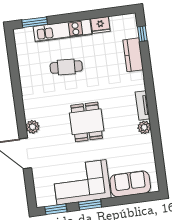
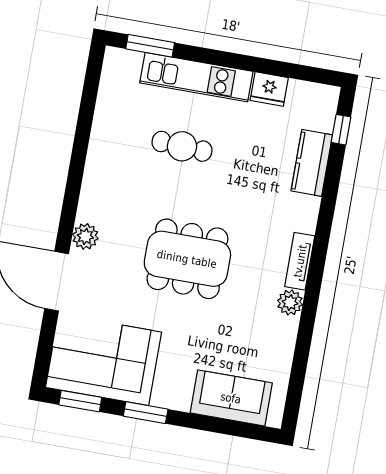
dining table: (87, 122) -> (187, 259), width x1.38
corner sofa: (82, 182) -> (103, 360), moved

